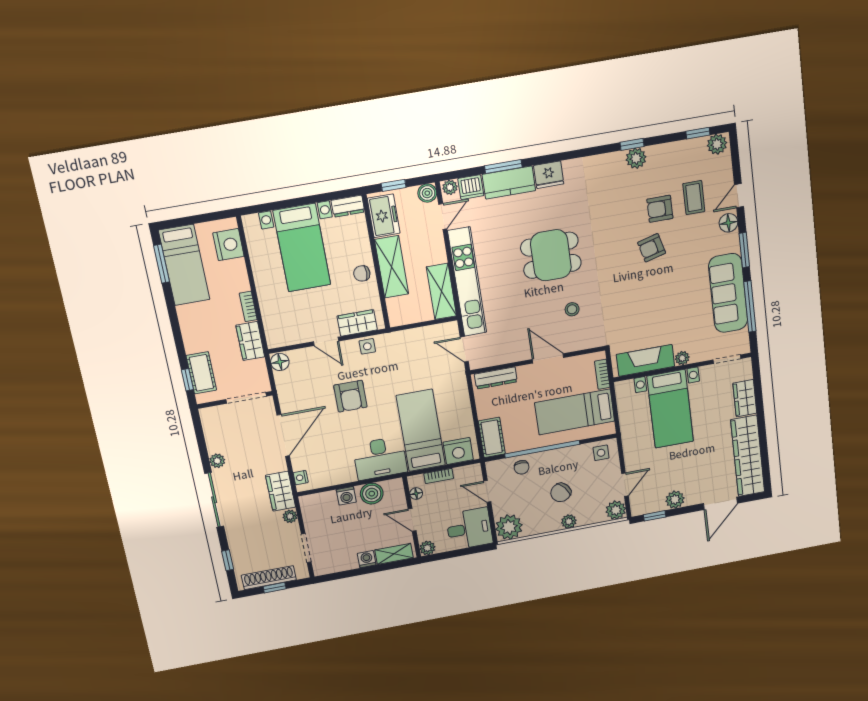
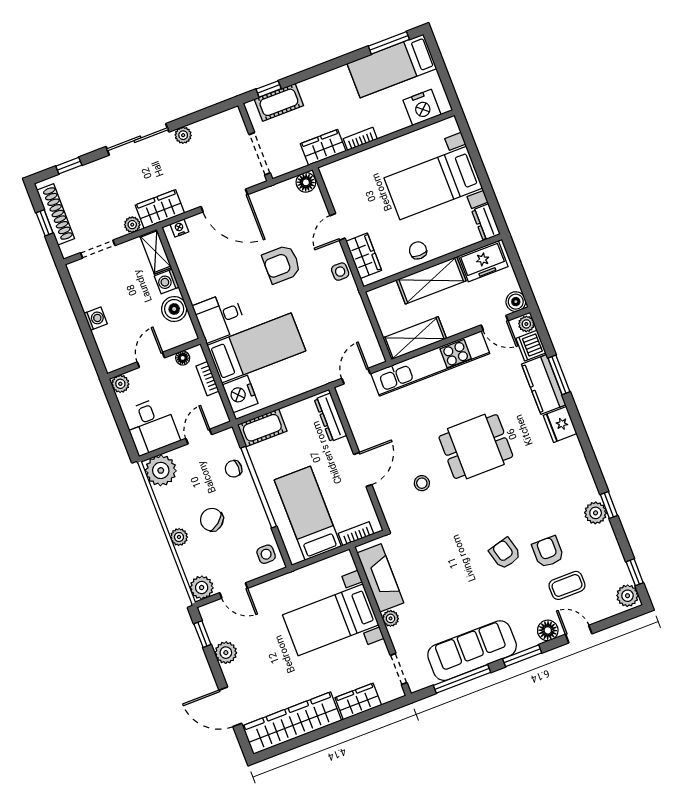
window: (394, 185) -> (517, 265), removed
dining table: (551, 255) -> (476, 447), turned 90
desk: (380, 458) -> (219, 317), width x0.73
shelving: (394, 554) -> (156, 252), moved

